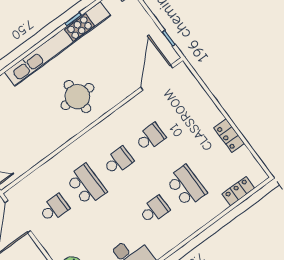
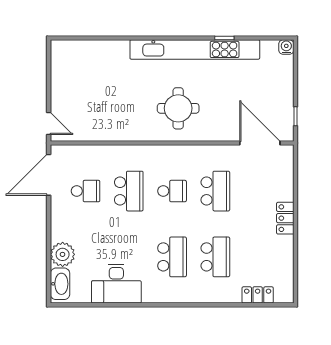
door: (157, 78) -> (260, 143), hinge flipped
locker: (229, 136) -> (285, 218), moved
school desk: (150, 137) -> (215, 191), width x1.85
school desk: (154, 210) -> (172, 257), width x1.85

